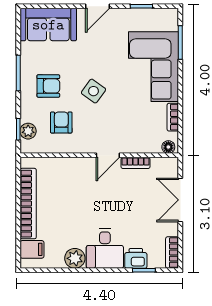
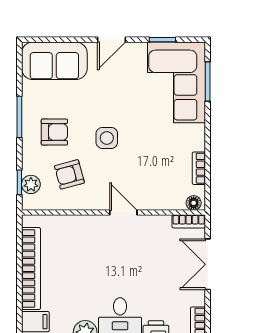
corner sofa: (154, 67) -> (177, 82), moved
side table: (93, 91) -> (107, 138), turned -36
armchair: (61, 122) -> (69, 174), turned -105
door: (108, 155) -> (123, 212), swing flipped
bookcase: (135, 163) -> (189, 221), moved

